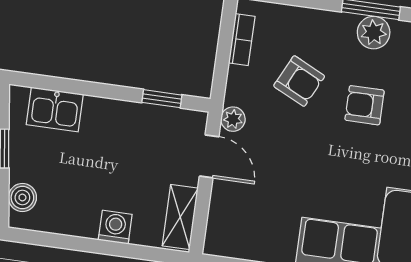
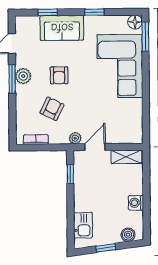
washing machine: (115, 227) -> (136, 203), moved

